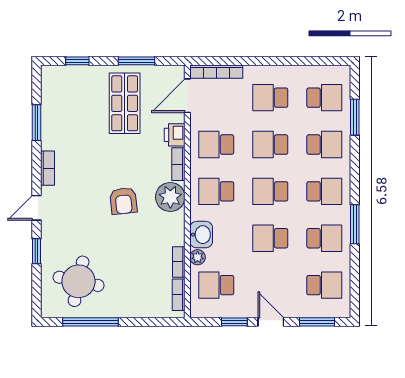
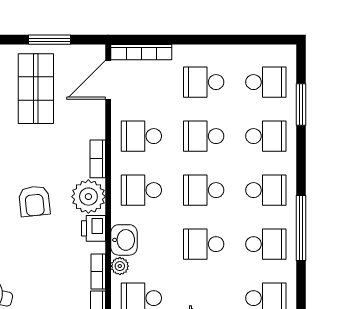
printer: (175, 135) -> (93, 228), moved
window: (355, 224) -> (301, 228), width x1.44

